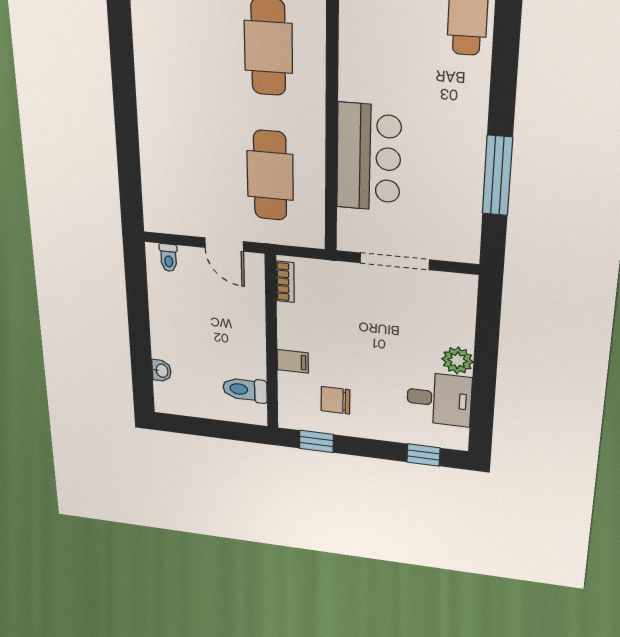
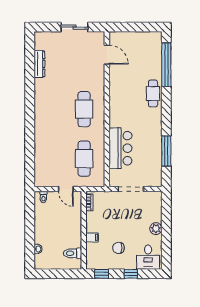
desk: (439, 399) -> (148, 257), moved, turned 90
chair: (335, 400) -> (118, 248), moved
window: (423, 455) -> (131, 274), moved

